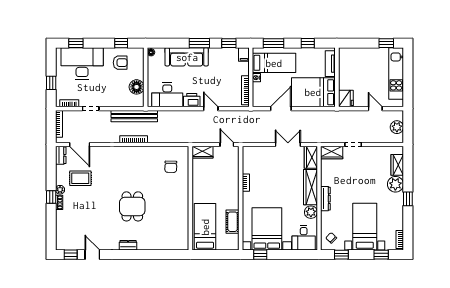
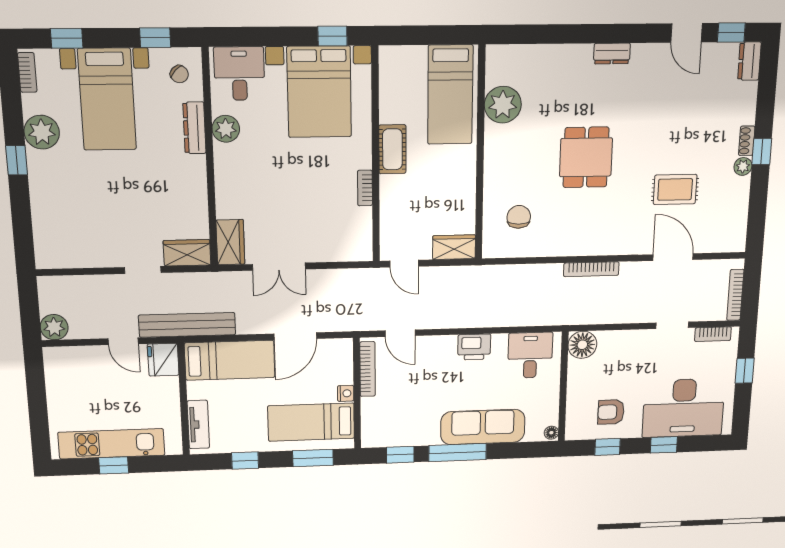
window: (76, 43) -> (664, 445), moved
window: (199, 43) -> (458, 453), width x1.44
window: (386, 43) -> (114, 465), moved
filing cabinet: (244, 55) -> (371, 435), removed
kitchen unit: (396, 73) -> (112, 444), moved, turned -90
floor lamp: (137, 87) -> (582, 345), moved
bed: (313, 92) -> (230, 360), width x0.67
desk: (167, 95) -> (530, 355), width x0.73
door: (211, 109) -> (400, 333), moved
door: (375, 109) -> (123, 341), moved
bench: (134, 116) -> (187, 325), moved
plant: (397, 127) -> (54, 327), moved
door: (80, 144) -> (673, 257), moved
dresser: (61, 155) -> (749, 61), moved
wardrobe: (397, 165) -> (46, 231), removed
rug: (80, 178) -> (675, 189), moved
plant: (395, 184) -> (42, 132), moved
wardrobe: (310, 187) -> (229, 181), removed
dresser: (325, 199) -> (194, 128), moved
dining table: (132, 206) -> (586, 157), moved
plant: (180, 222) -> (503, 105), added
cot: (233, 222) -> (392, 149), moved

